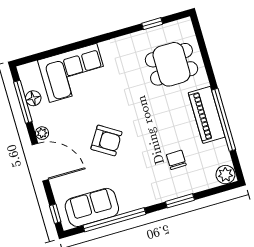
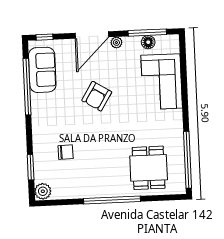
window: (152, 24) -> (187, 160), width x3.17
piano: (207, 115) -> (98, 188), removed
window: (224, 120) -> (112, 200), moved
window: (180, 201) -> (31, 167), moved

